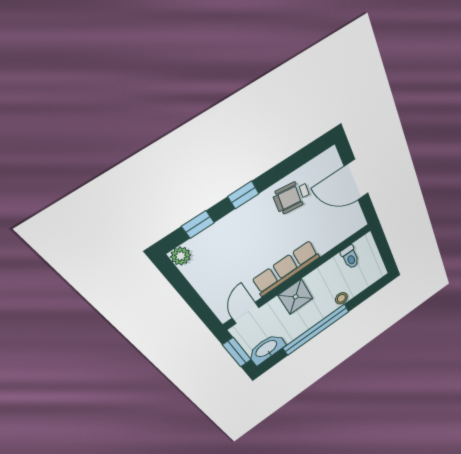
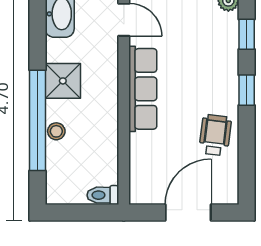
toilet: (350, 257) -> (103, 195), moved
shower: (296, 297) -> (63, 81), moved
window: (316, 330) -> (37, 120), moved

